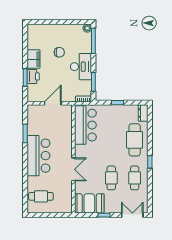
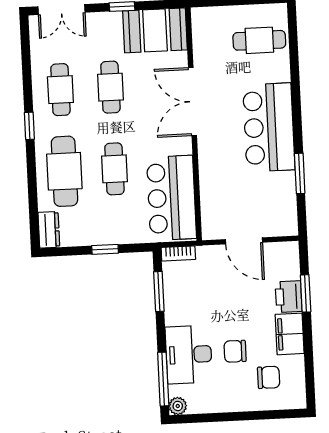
chair: (44, 39) -> (269, 377), added
desk: (81, 67) -> (189, 355), moved
door: (53, 103) -> (244, 241), hinge flipped
cafe table: (111, 140) -> (114, 169), added
double door: (73, 169) -> (193, 102), width x1.37

